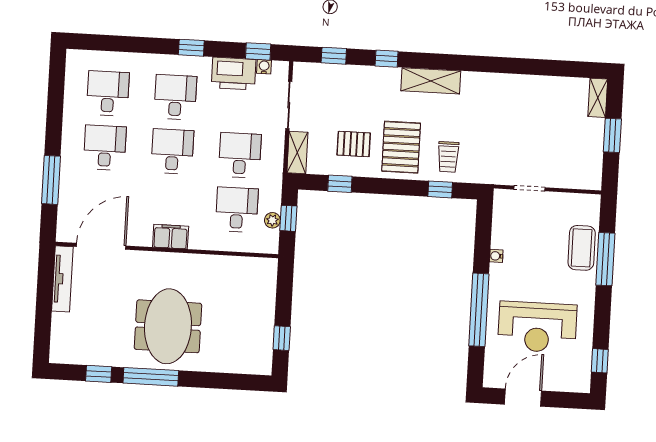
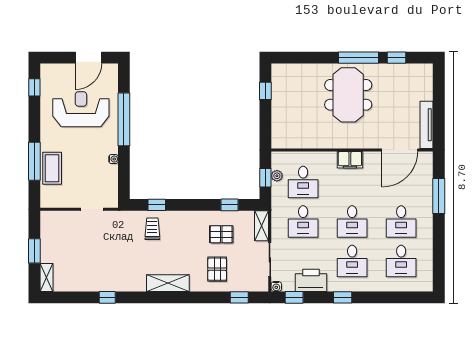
window: (387, 59) -> (107, 297), moved
water cooler: (264, 67) -> (276, 287), moved
pallet: (401, 147) -> (217, 269), moved, width x0.67, depth x0.71

